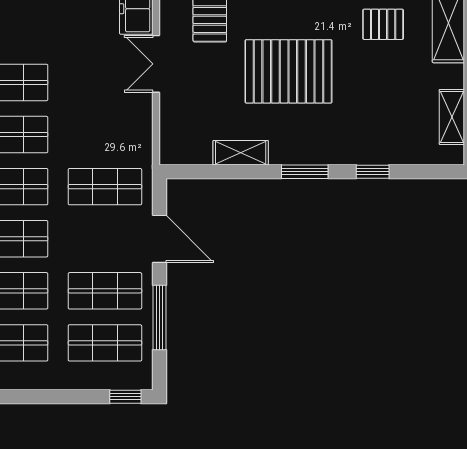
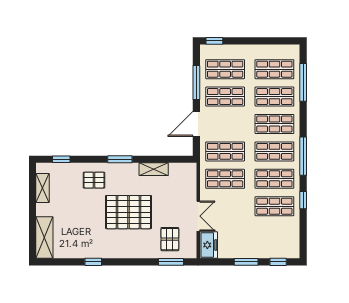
pallet: (383, 24) -> (94, 180), moved
shop shelf: (105, 135) -> (225, 179), added
window: (373, 172) -> (61, 159), moved
door: (159, 239) -> (196, 124), hinge flipped

